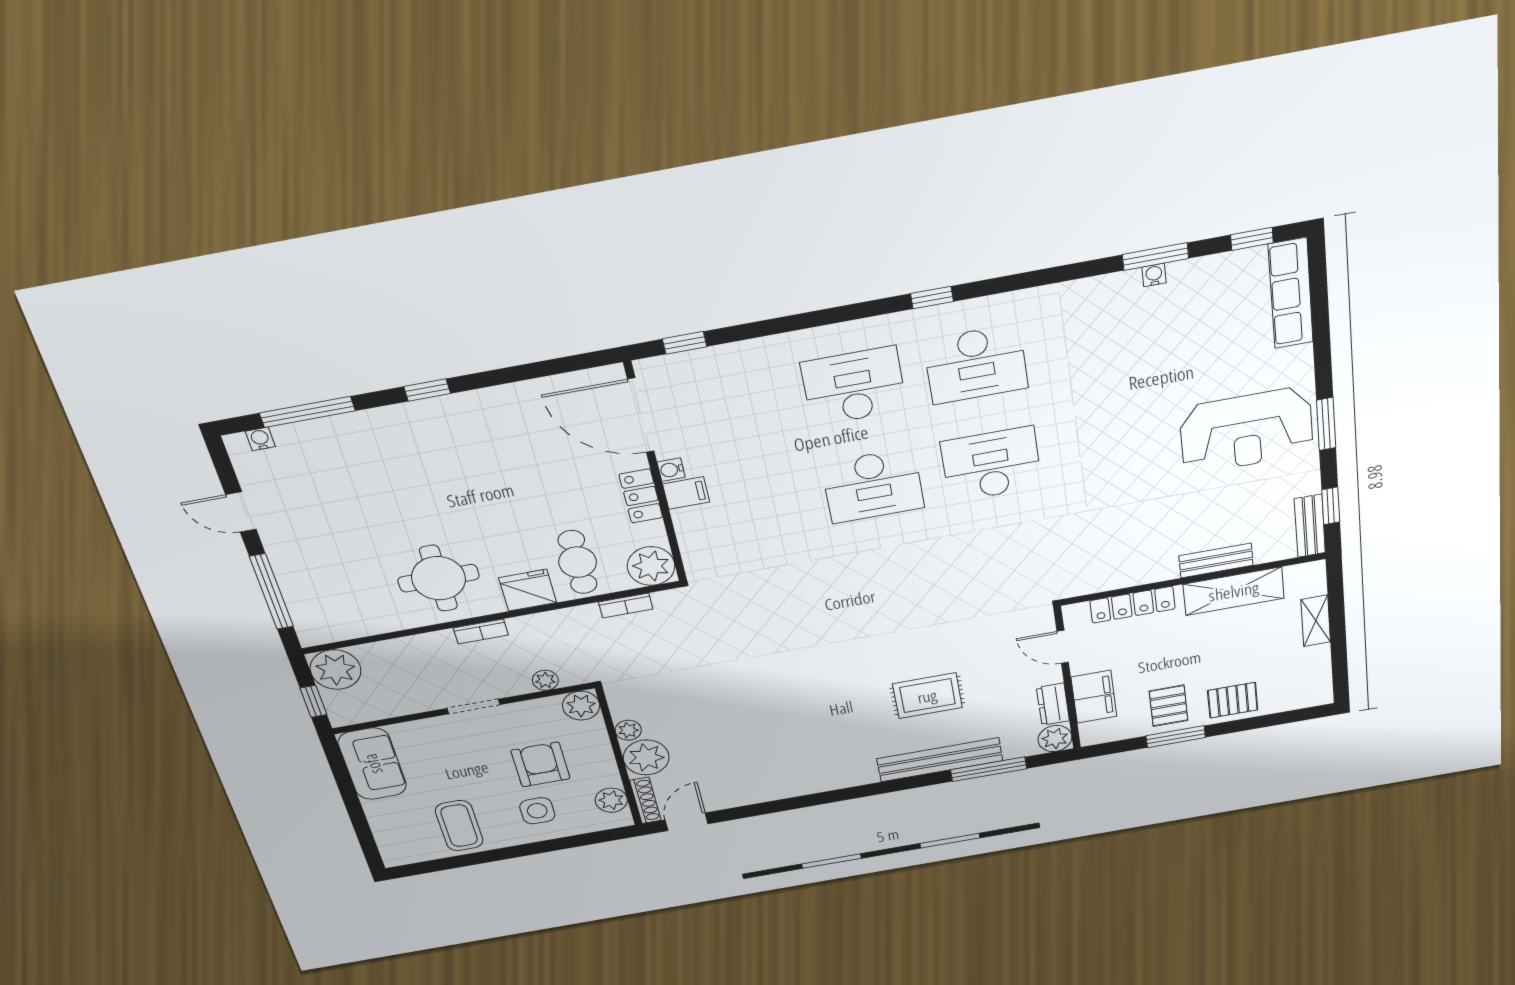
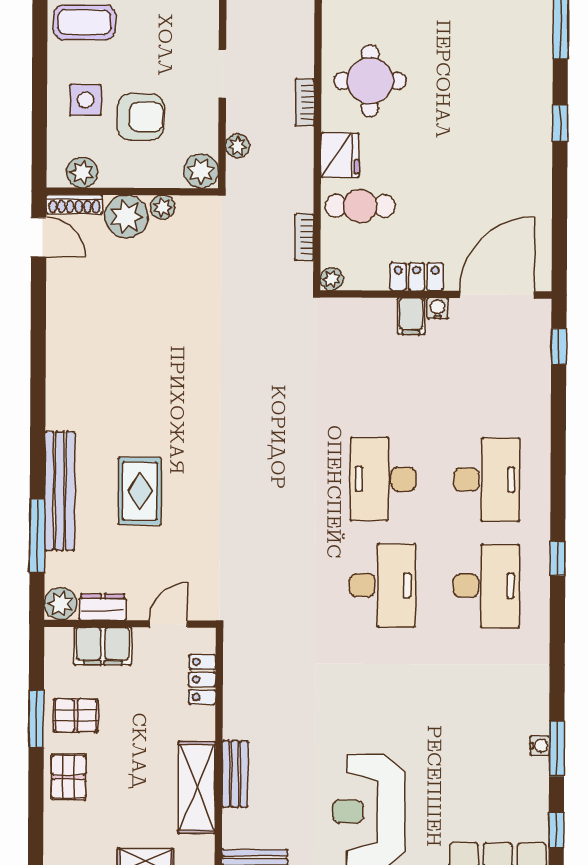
desk: (976, 364) -> (486, 586), turned 180
plant: (651, 566) -> (332, 279), width x0.53, depth x0.53
locker: (1133, 605) -> (202, 680), width x0.66

